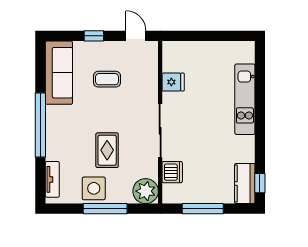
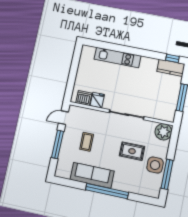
window: (94, 36) -> (58, 144), width x2.17
sofa: (59, 73) -> (92, 175), moved
dishwasher: (172, 172) -> (84, 98), moved
tv unit: (52, 179) -> (144, 191), removed
window: (105, 209) -> (167, 174), moved

